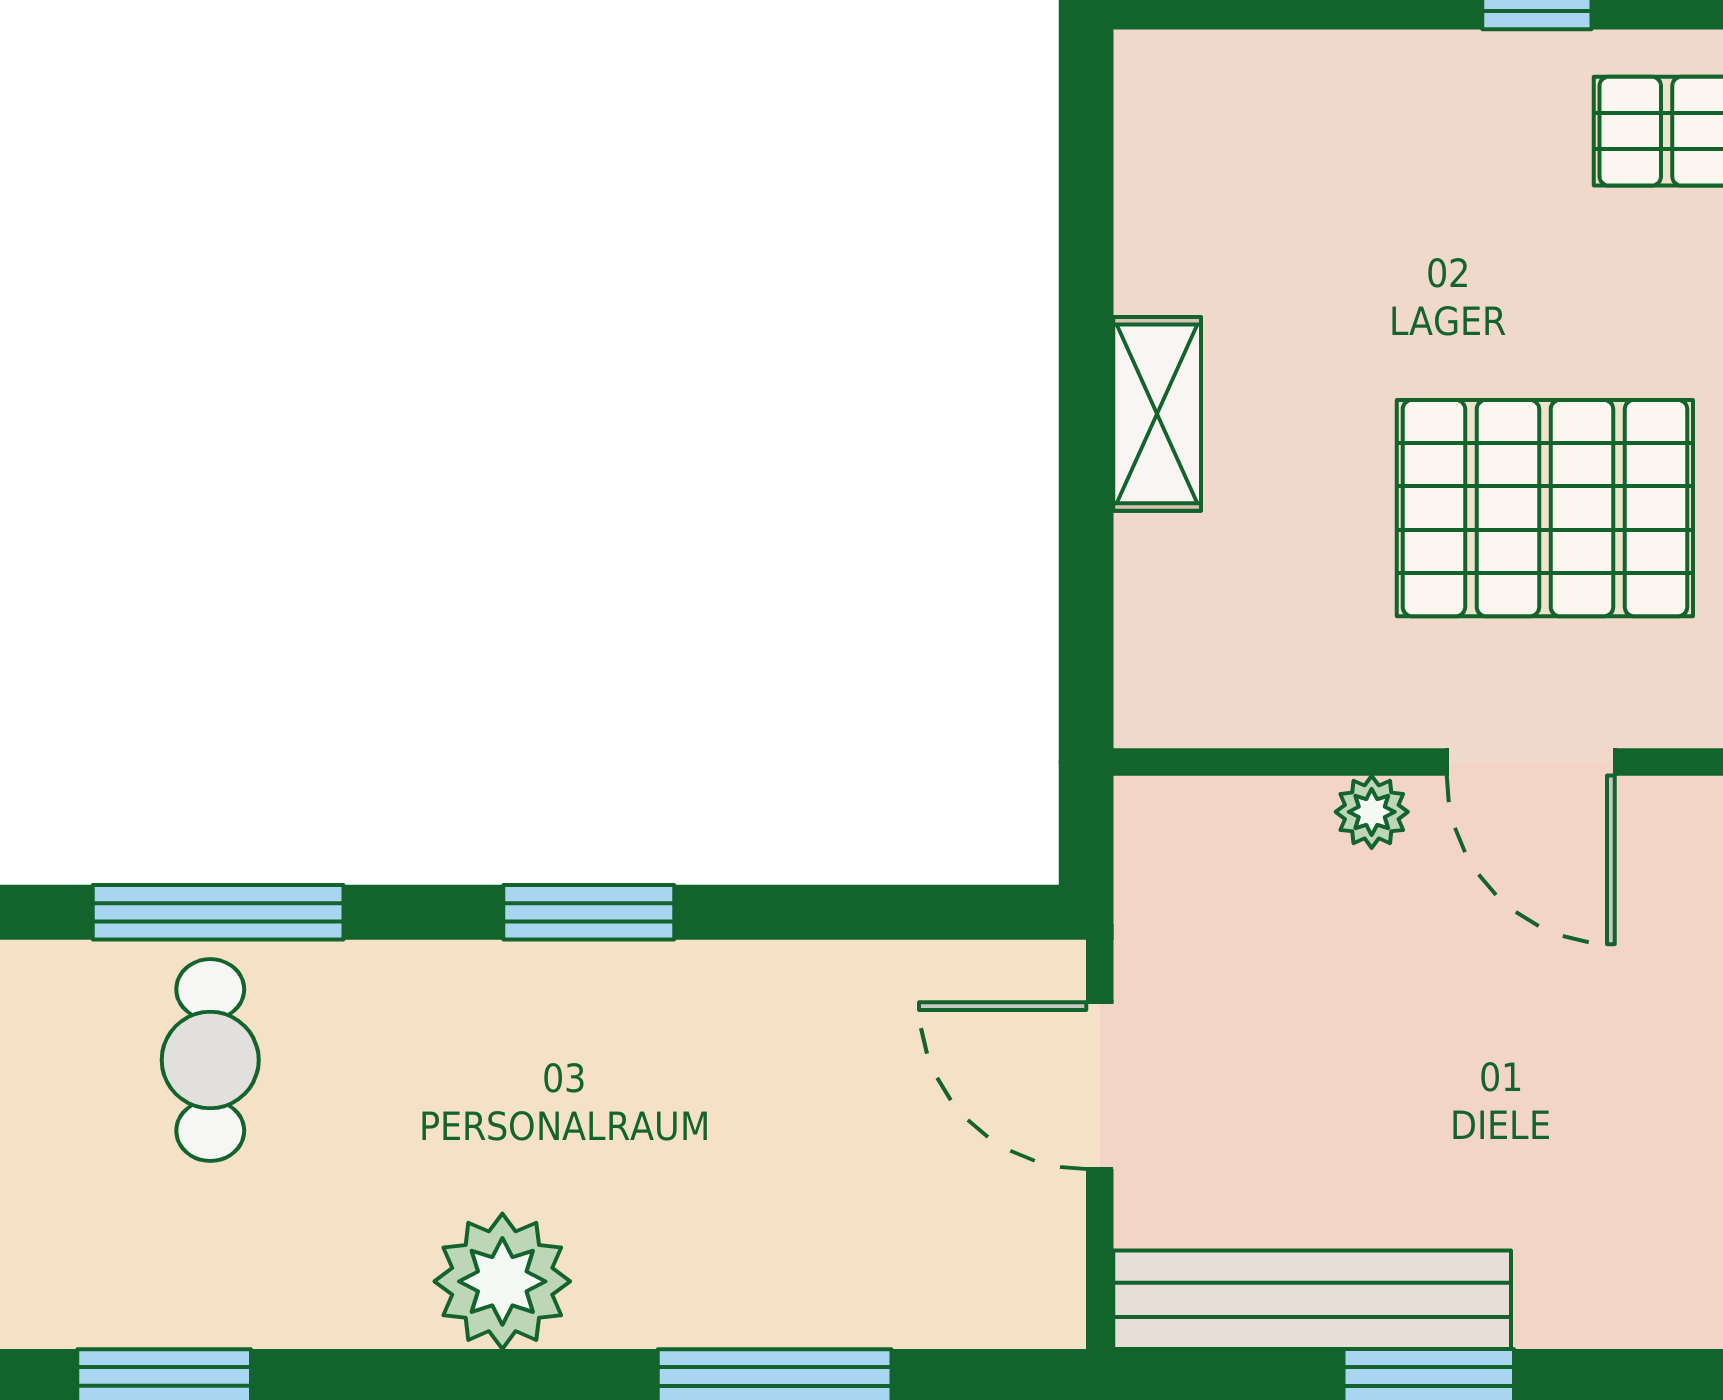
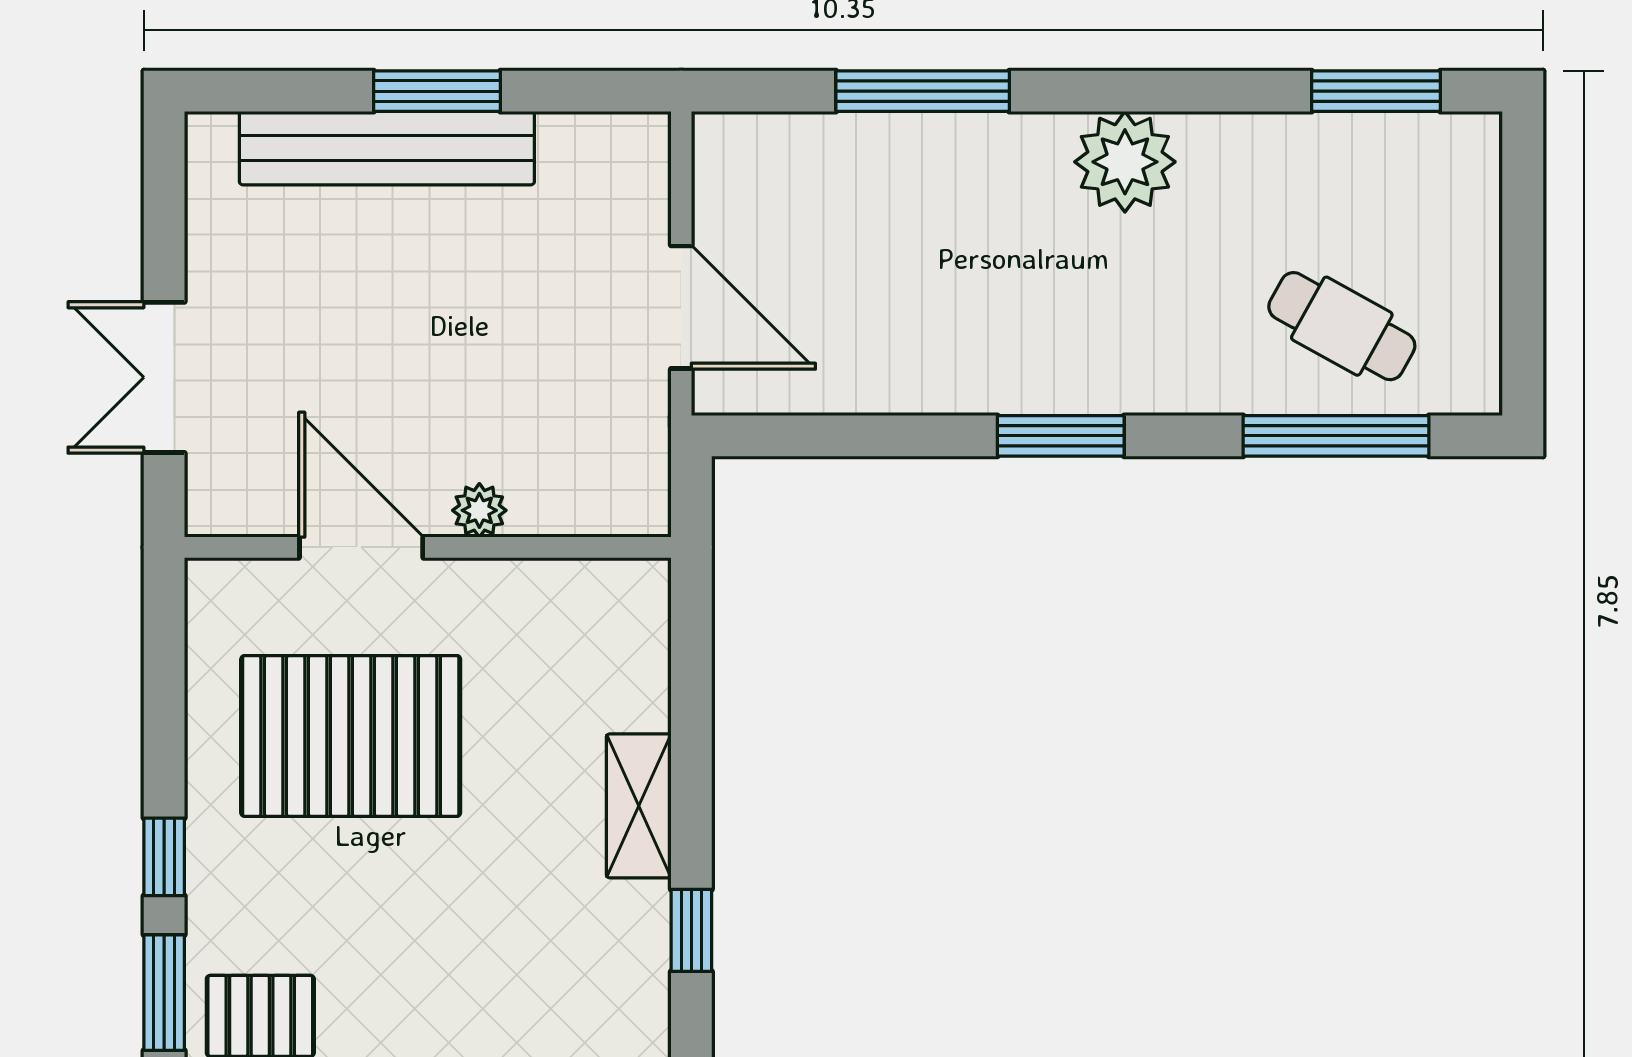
window: (1086, 246) -> (691, 930), added
cafe table: (210, 1060) -> (1342, 326), turned -61
bench: (1312, 1300) -> (387, 148), moved

